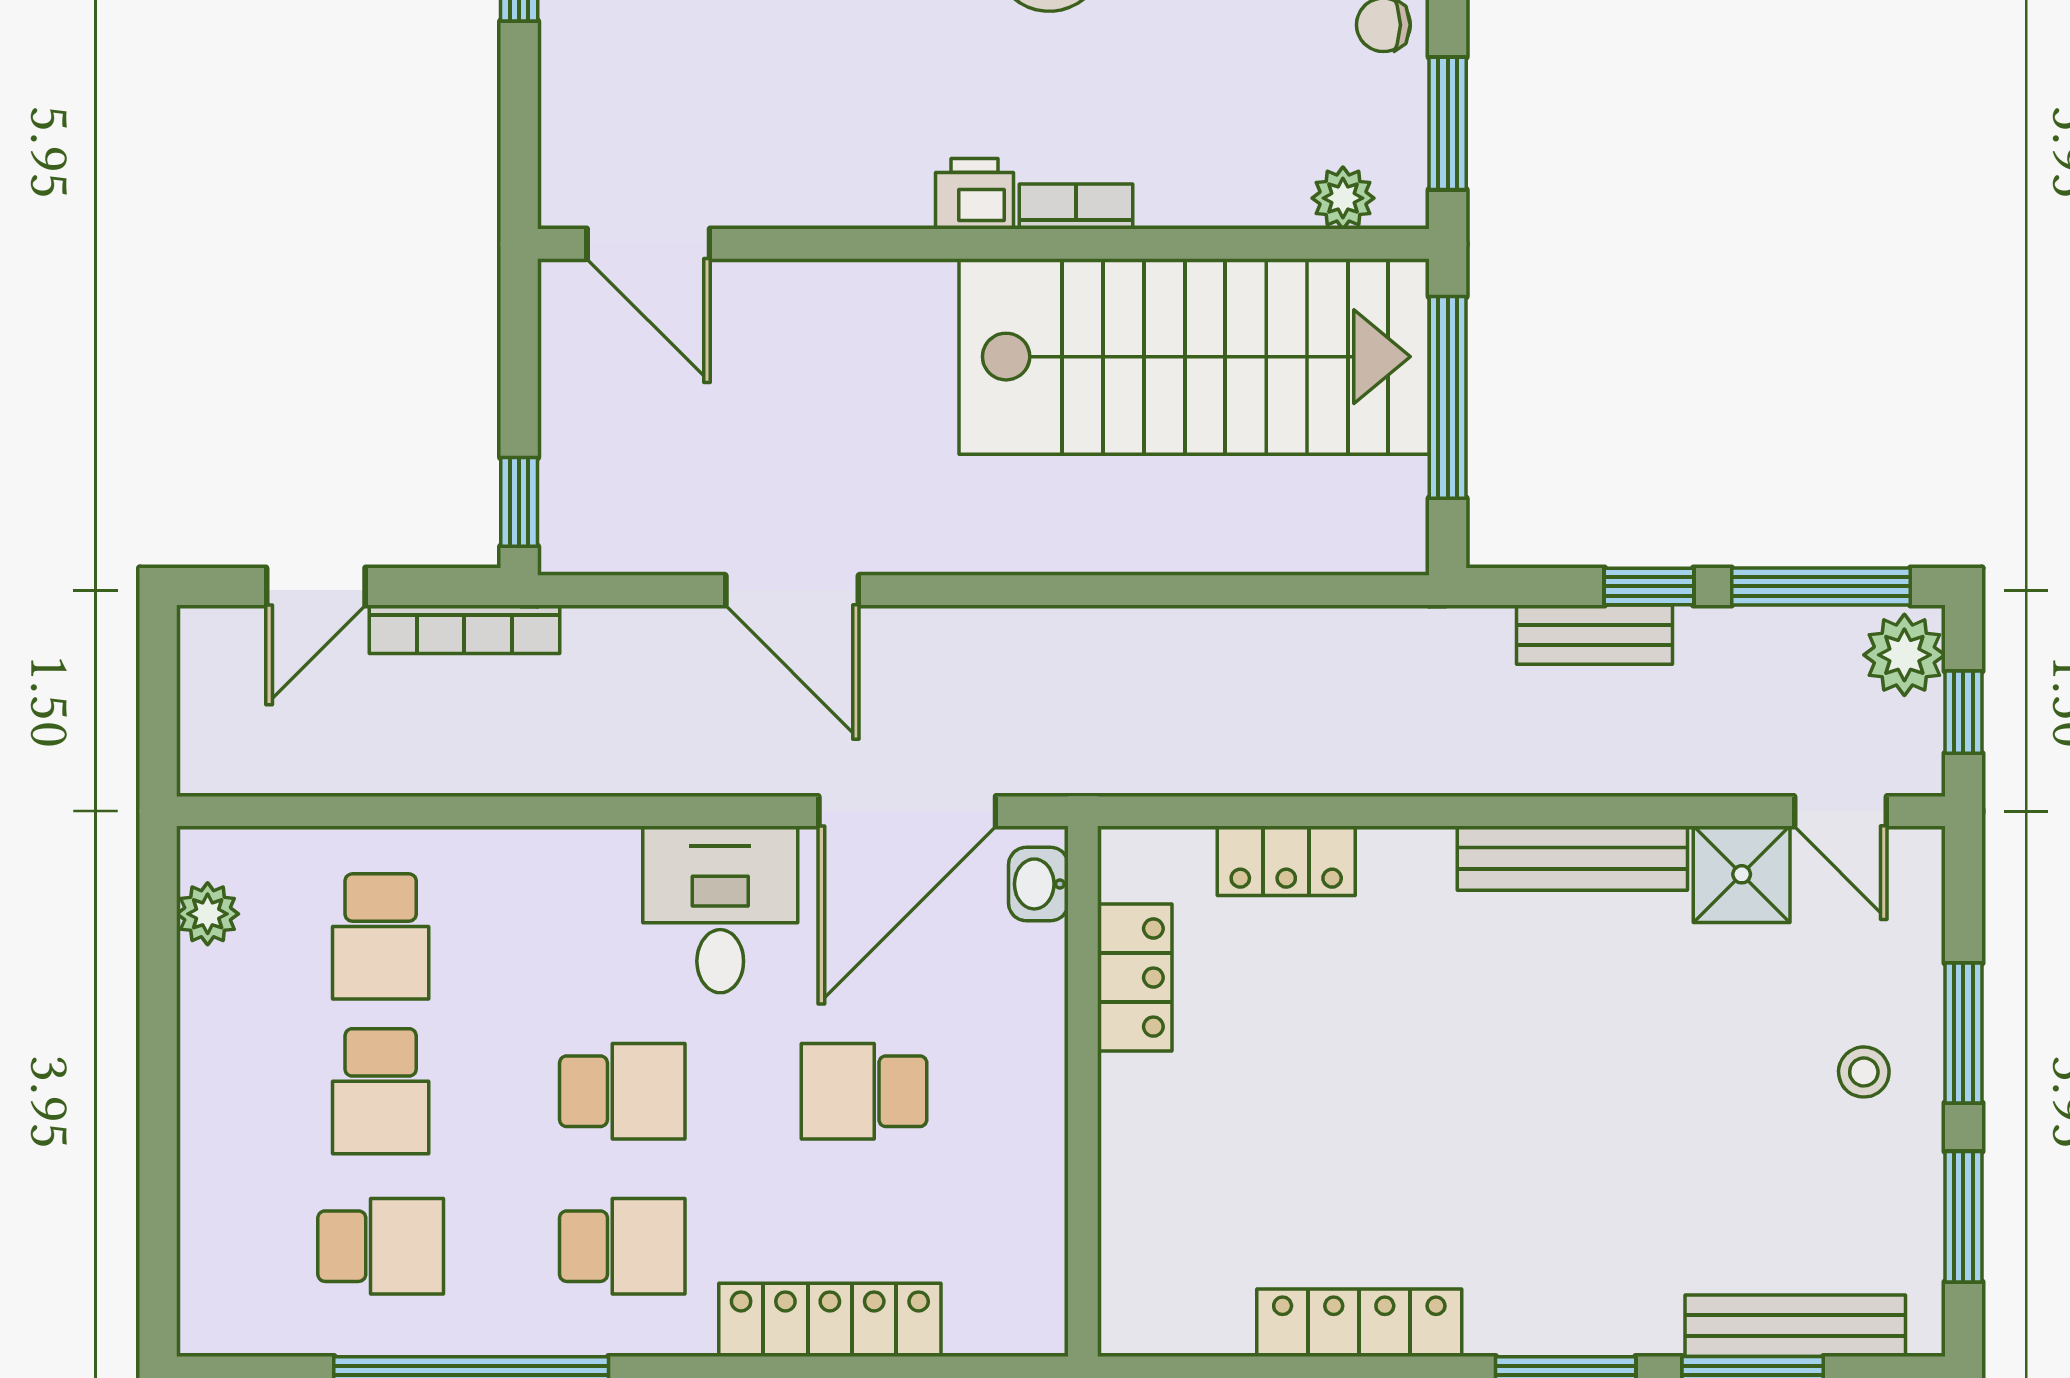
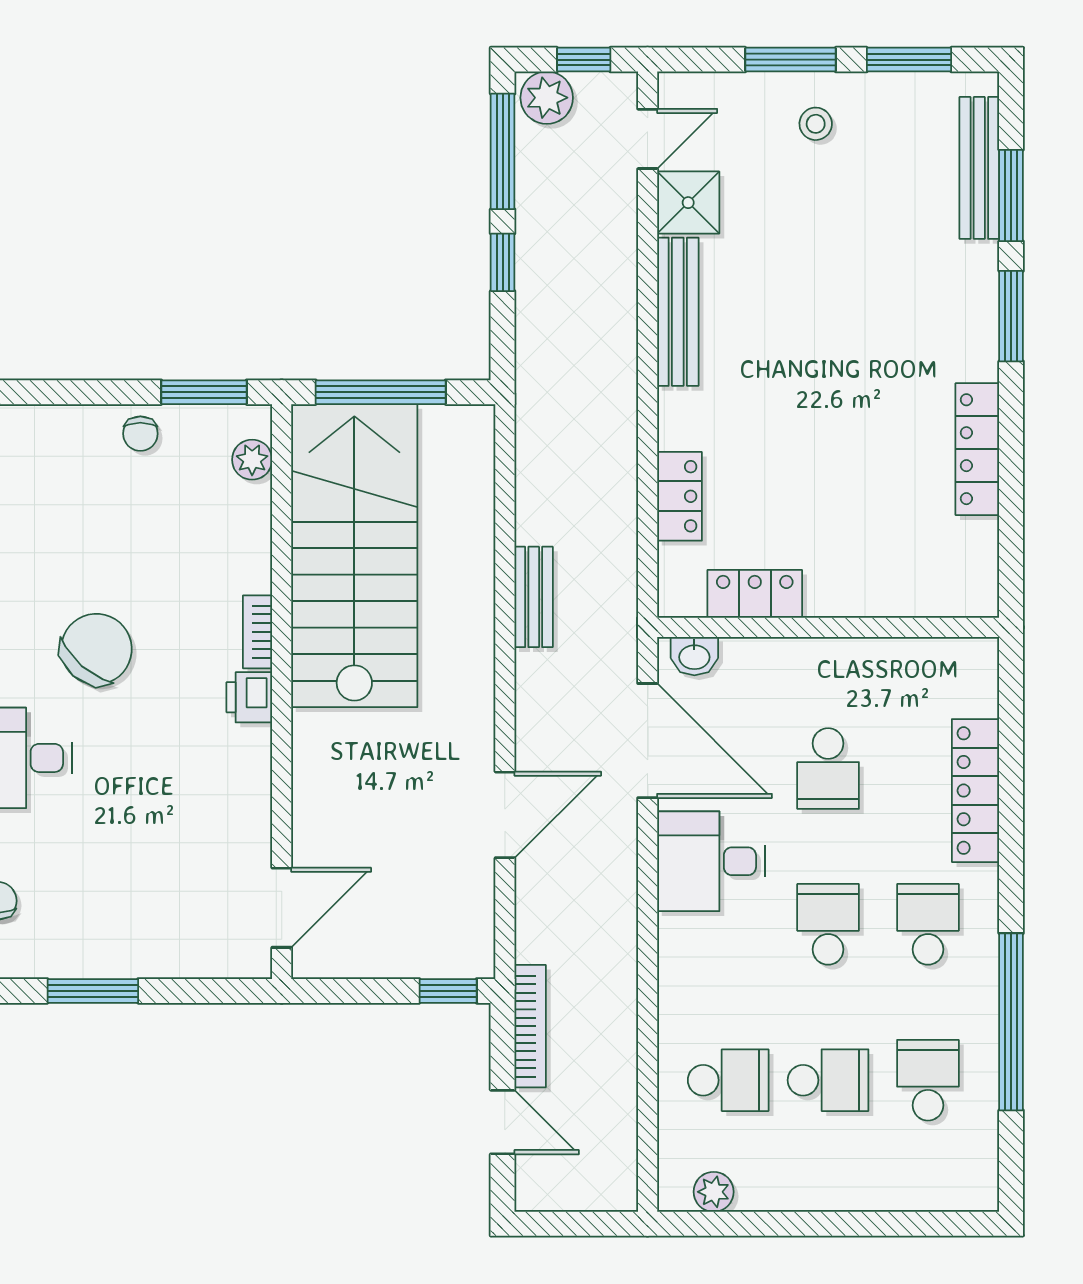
bench: (1595, 635) -> (534, 597), moved

